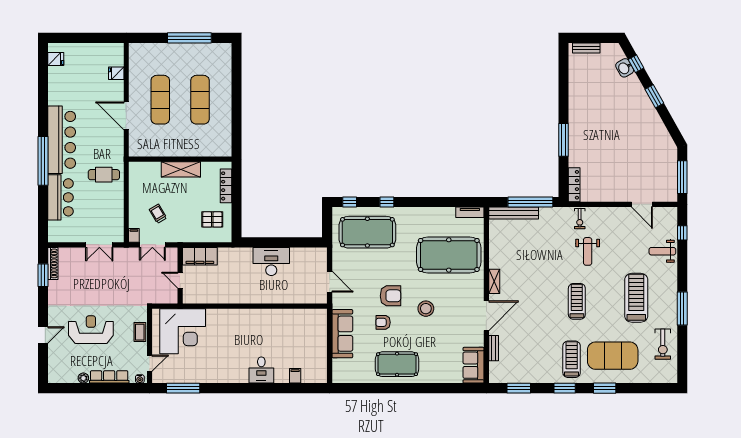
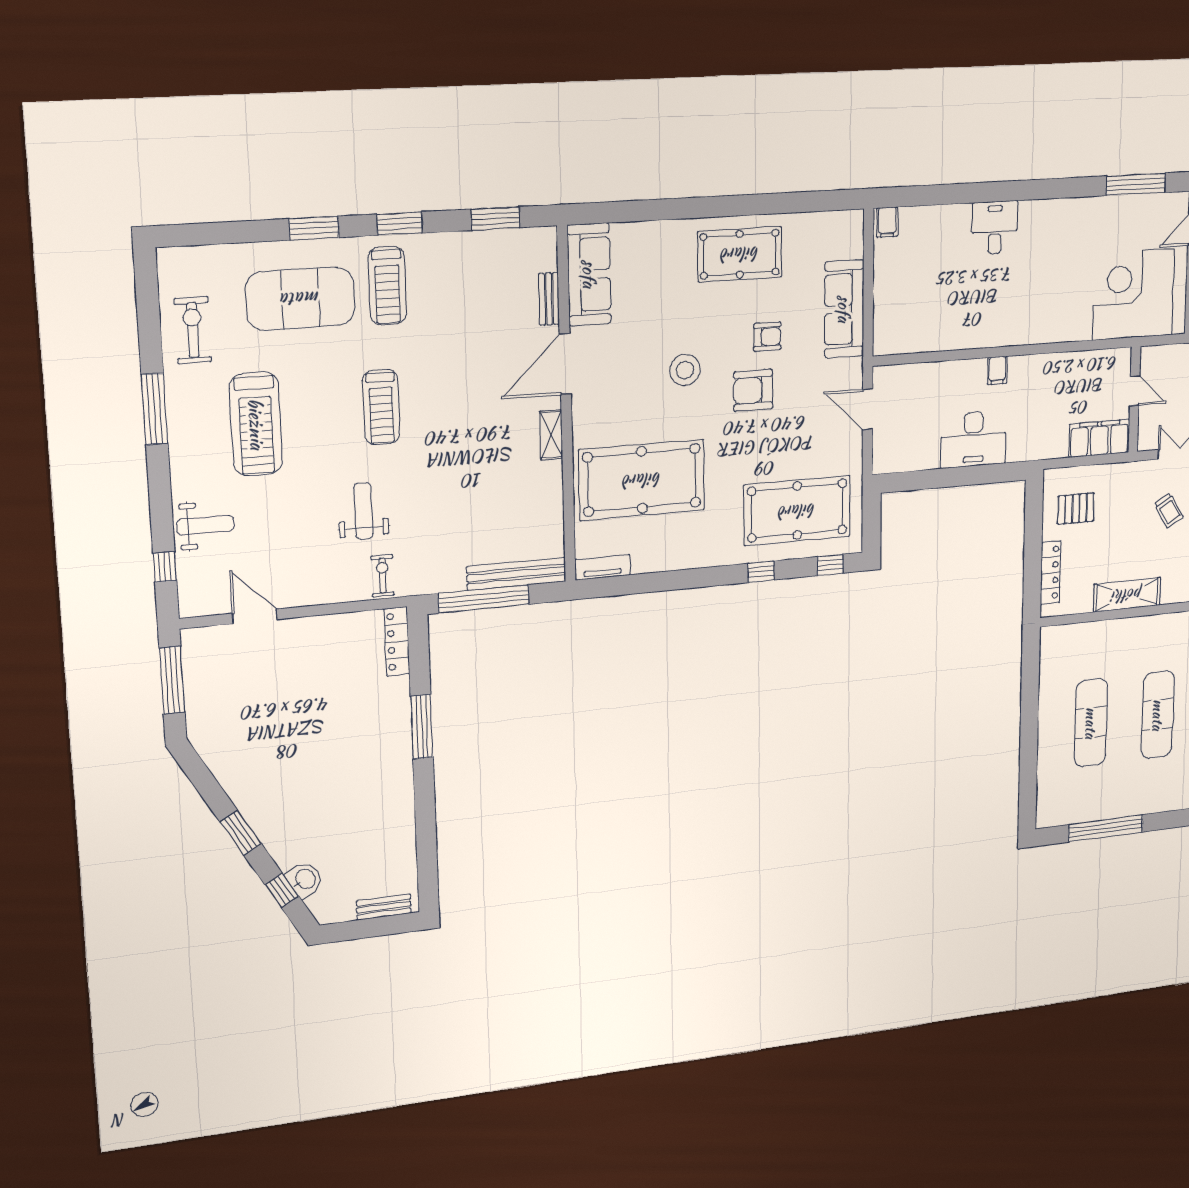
filing cabinet: (259, 297) -> (997, 370), added
sofa: (473, 365) -> (589, 274), width x1.36
filing cabinet: (295, 376) -> (887, 222), moved

